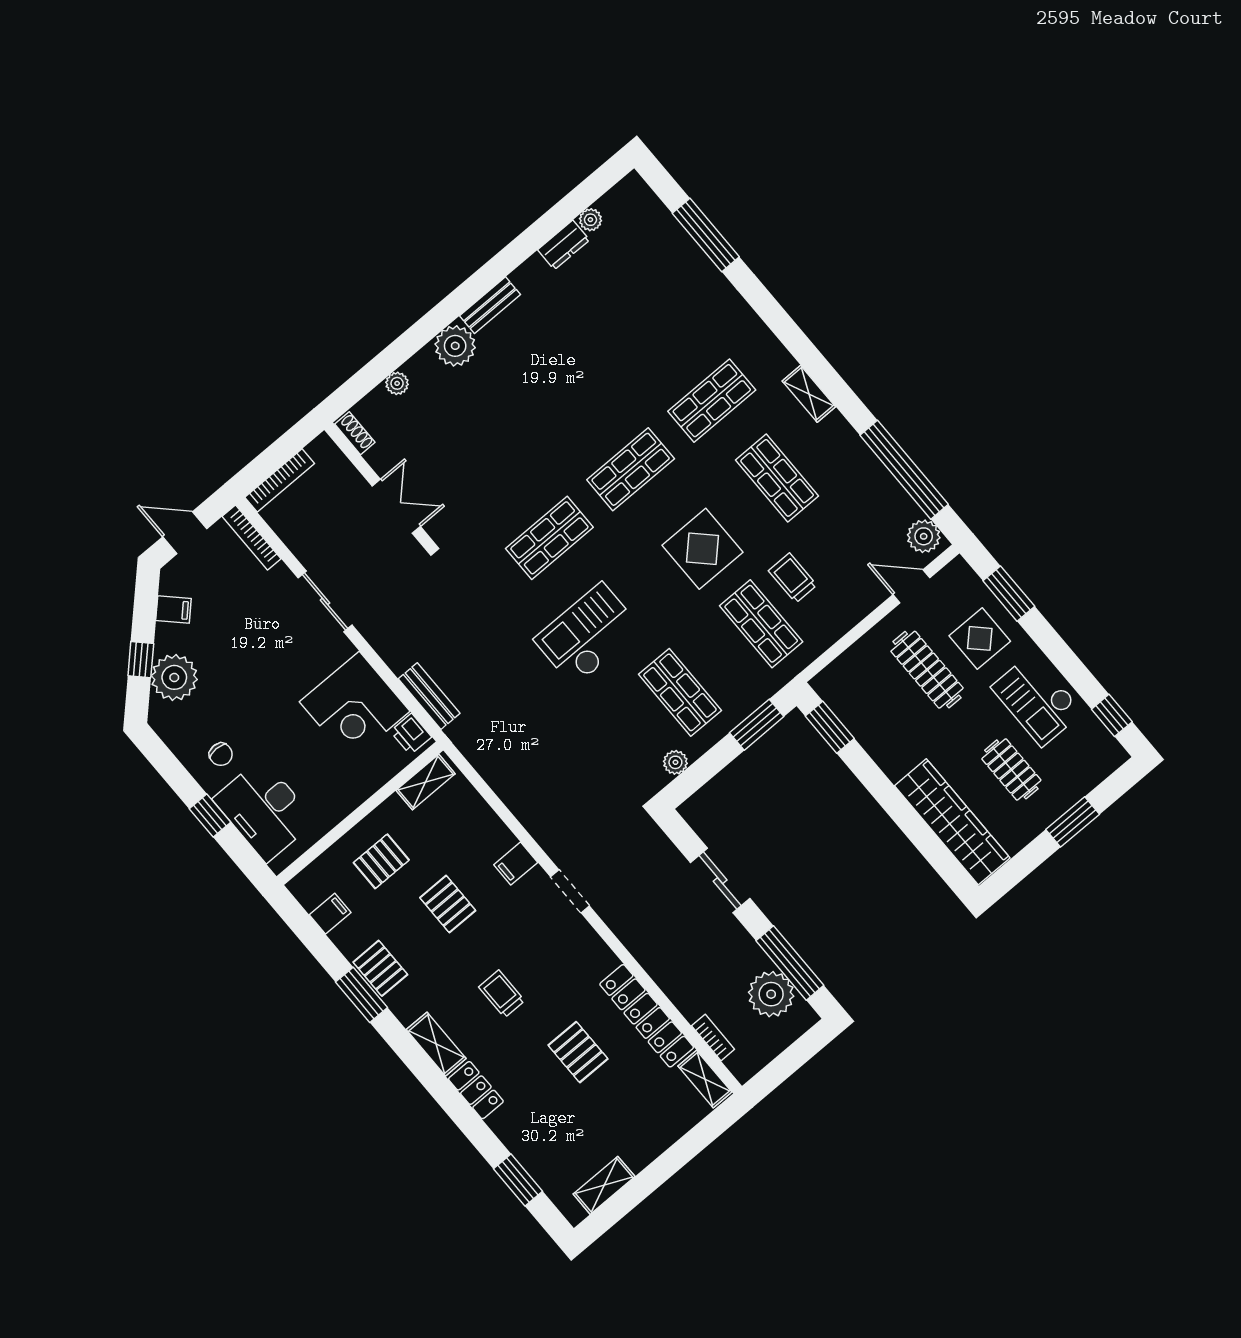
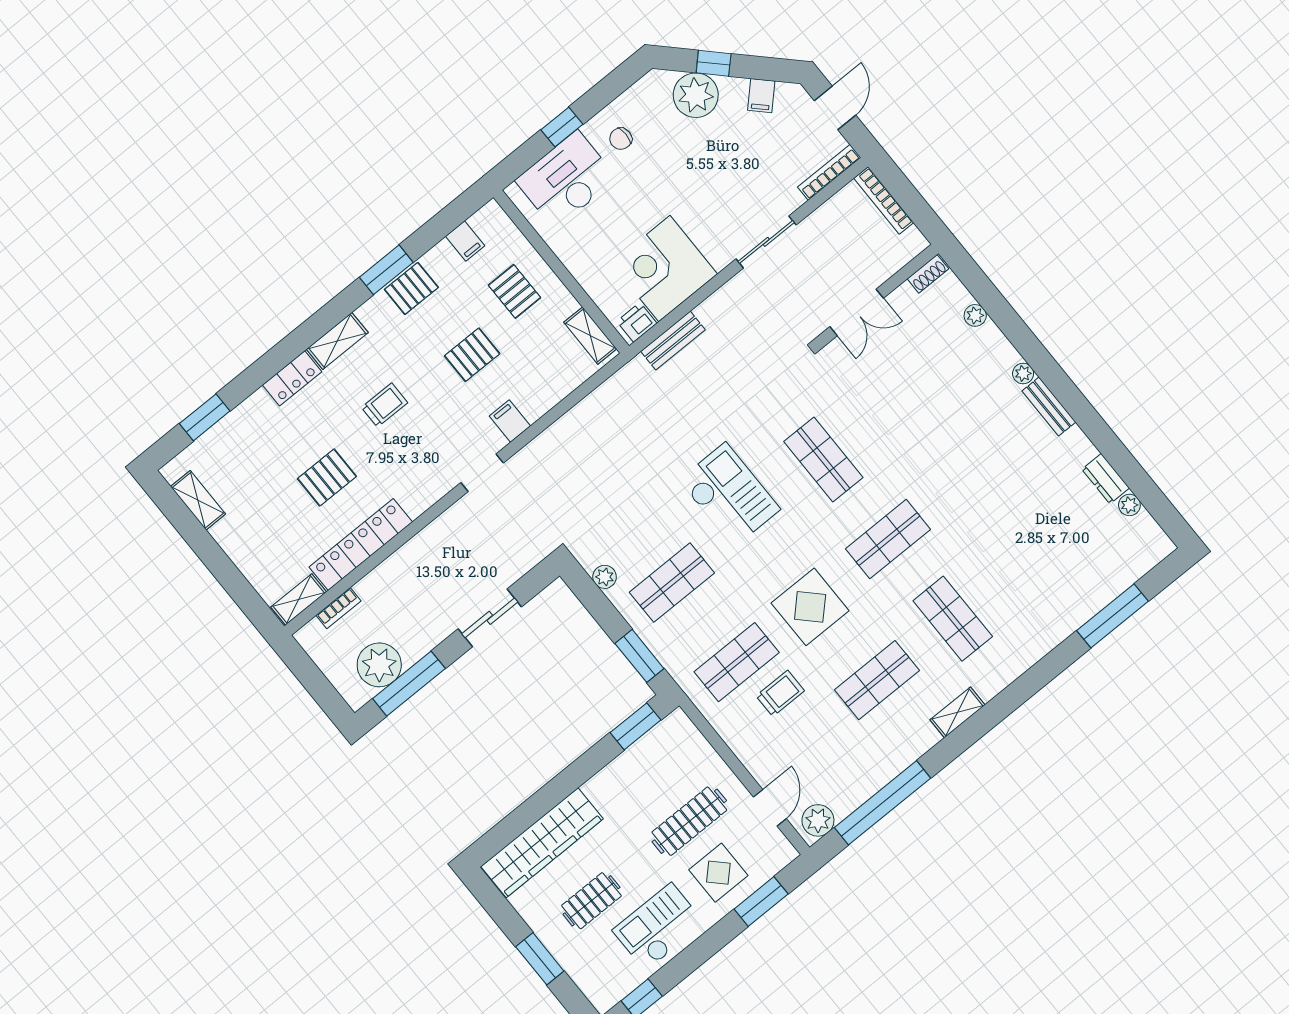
plant: (455, 346) -> (1023, 373), width x0.53, depth x0.53
shop shelf: (631, 469) -> (888, 539), turned 90

